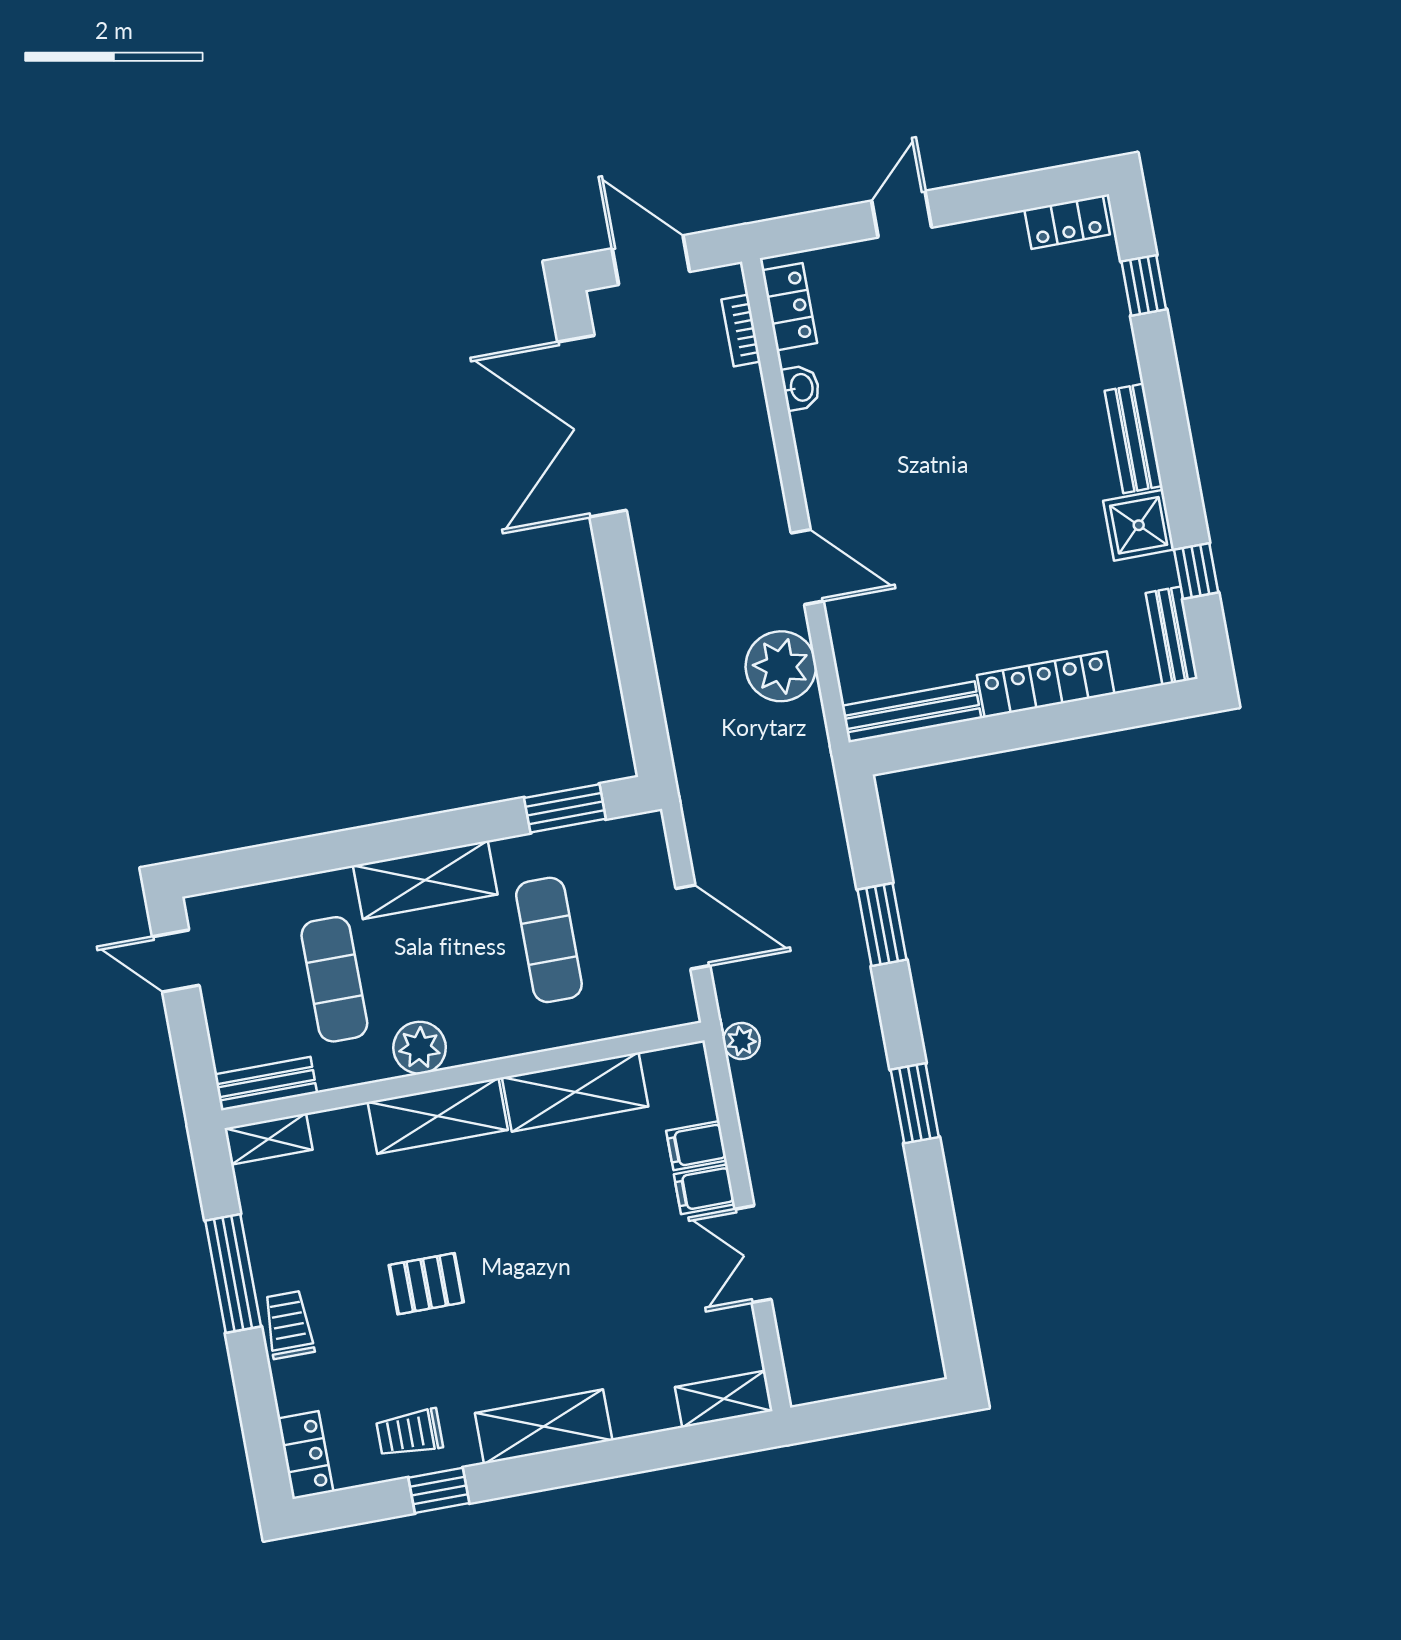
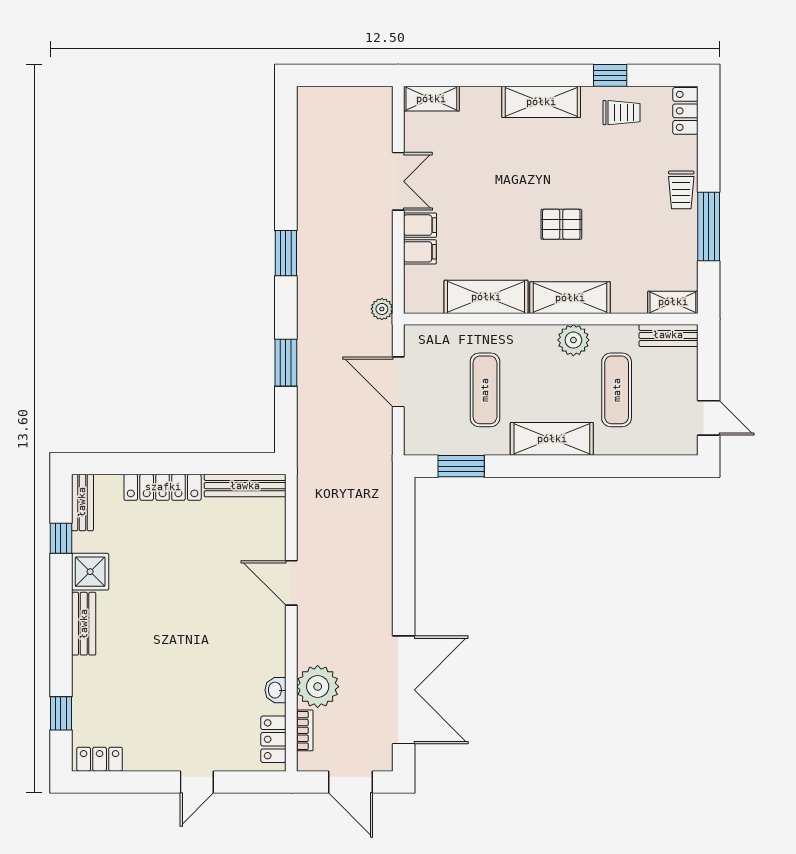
plant: (781, 666) -> (318, 687), moved
pallet: (426, 1284) -> (561, 224), moved

